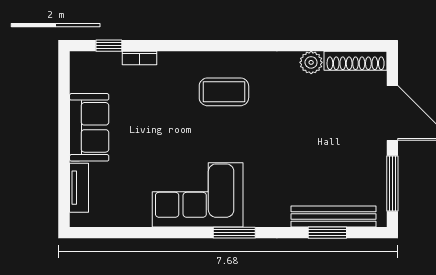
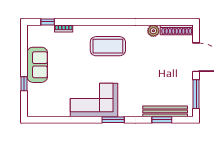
coffee table: (224, 92) -> (108, 46), width x1.36, depth x1.32
window: (64, 164) -> (24, 84), added
tv unit: (79, 188) -> (32, 96), removed

